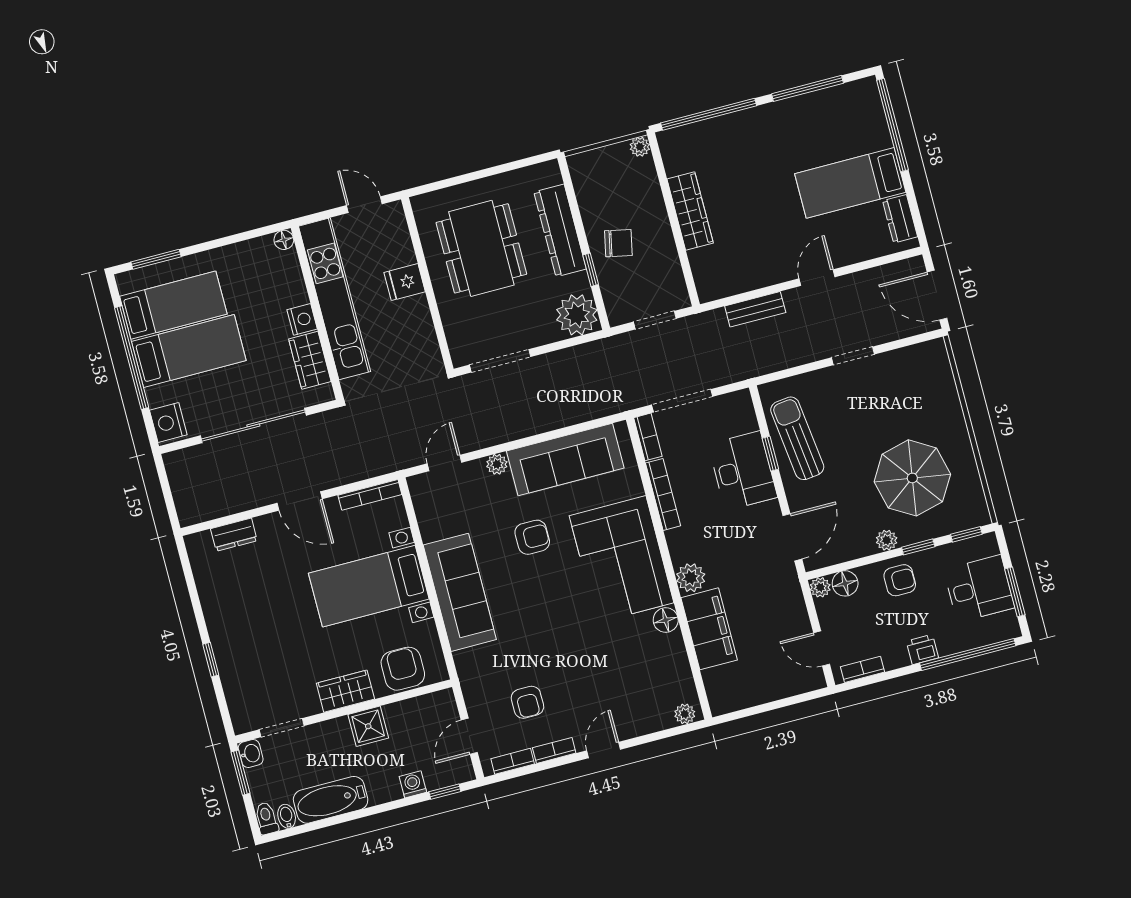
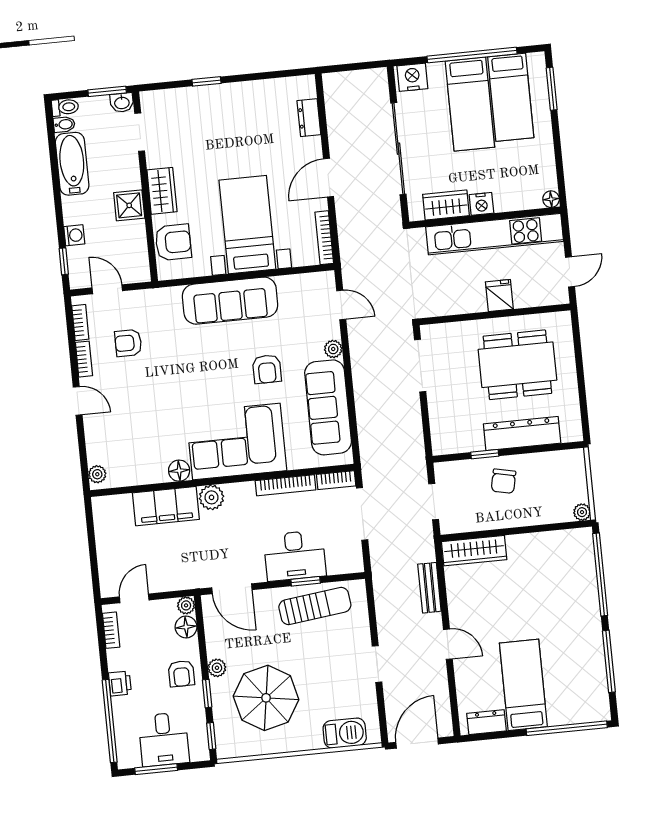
wardrobe: (690, 211) -> (474, 551), moved
plant: (577, 315) -> (449, 436), removed
barbecue: (939, 381) -> (345, 733), added

